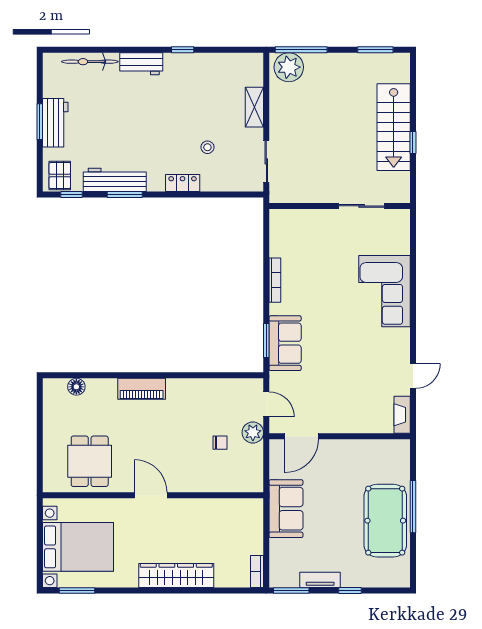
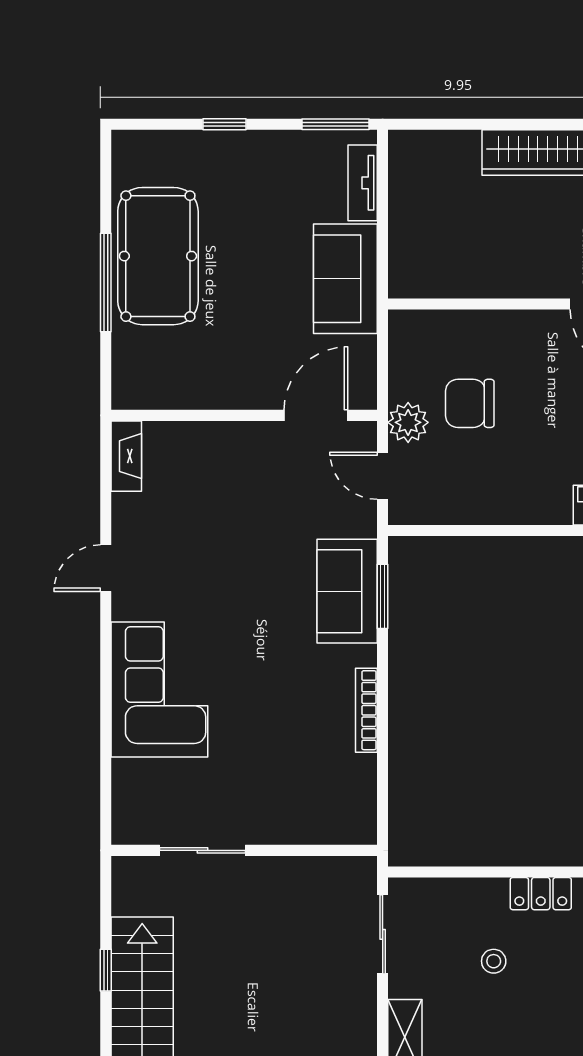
door: (413, 376) -> (106, 568), moved
chair: (220, 443) -> (470, 403), width x1.87, depth x1.87
bookcase: (257, 571) -> (400, 160), removed
tv unit: (320, 580) -> (363, 183), moved, turned 90

